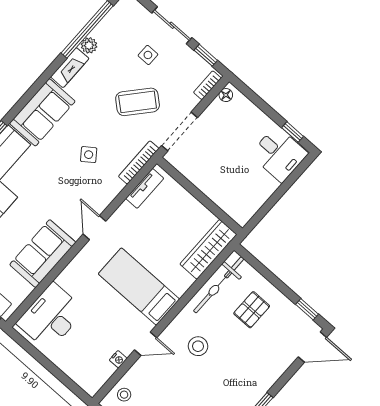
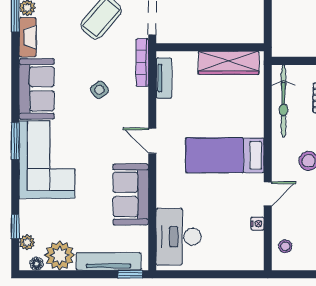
wardrobe: (208, 249) -> (229, 63), moved, turned -90

